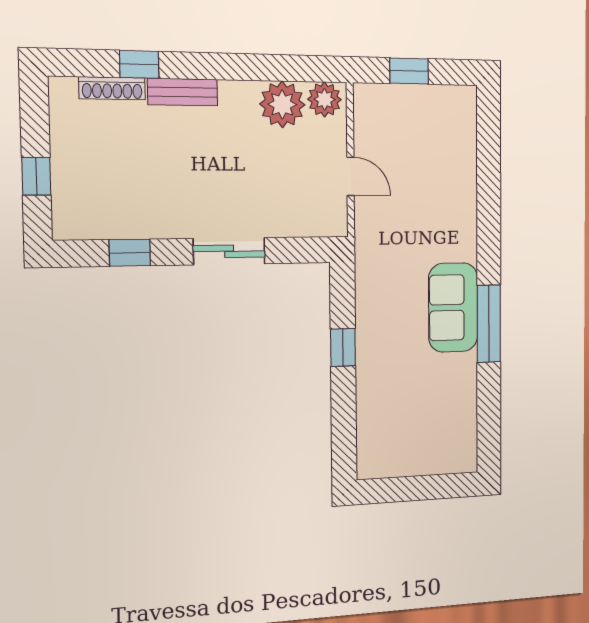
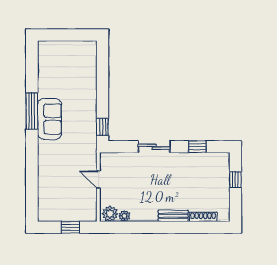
window: (139, 64) -> (191, 227), removed
plant: (282, 104) -> (124, 216), width x0.53, depth x0.53
window: (343, 347) -> (103, 127), moved

